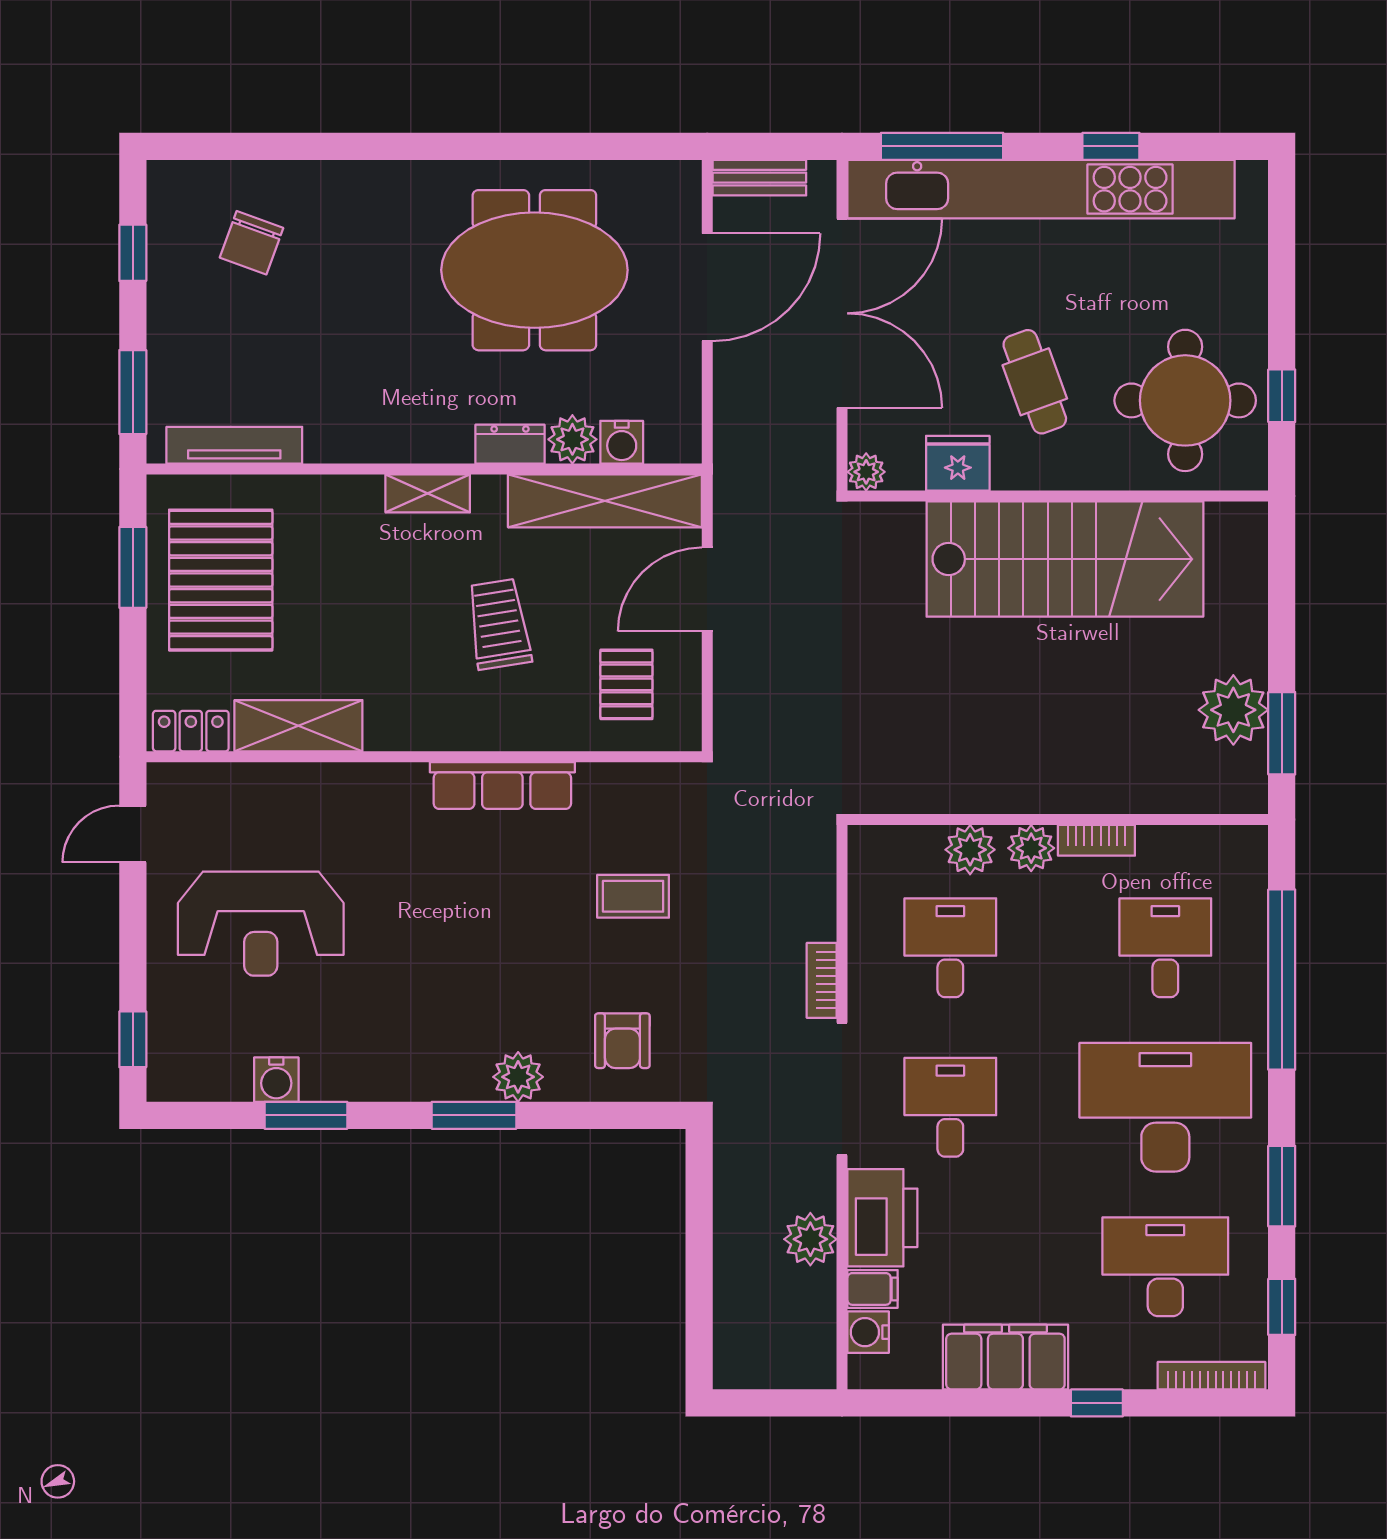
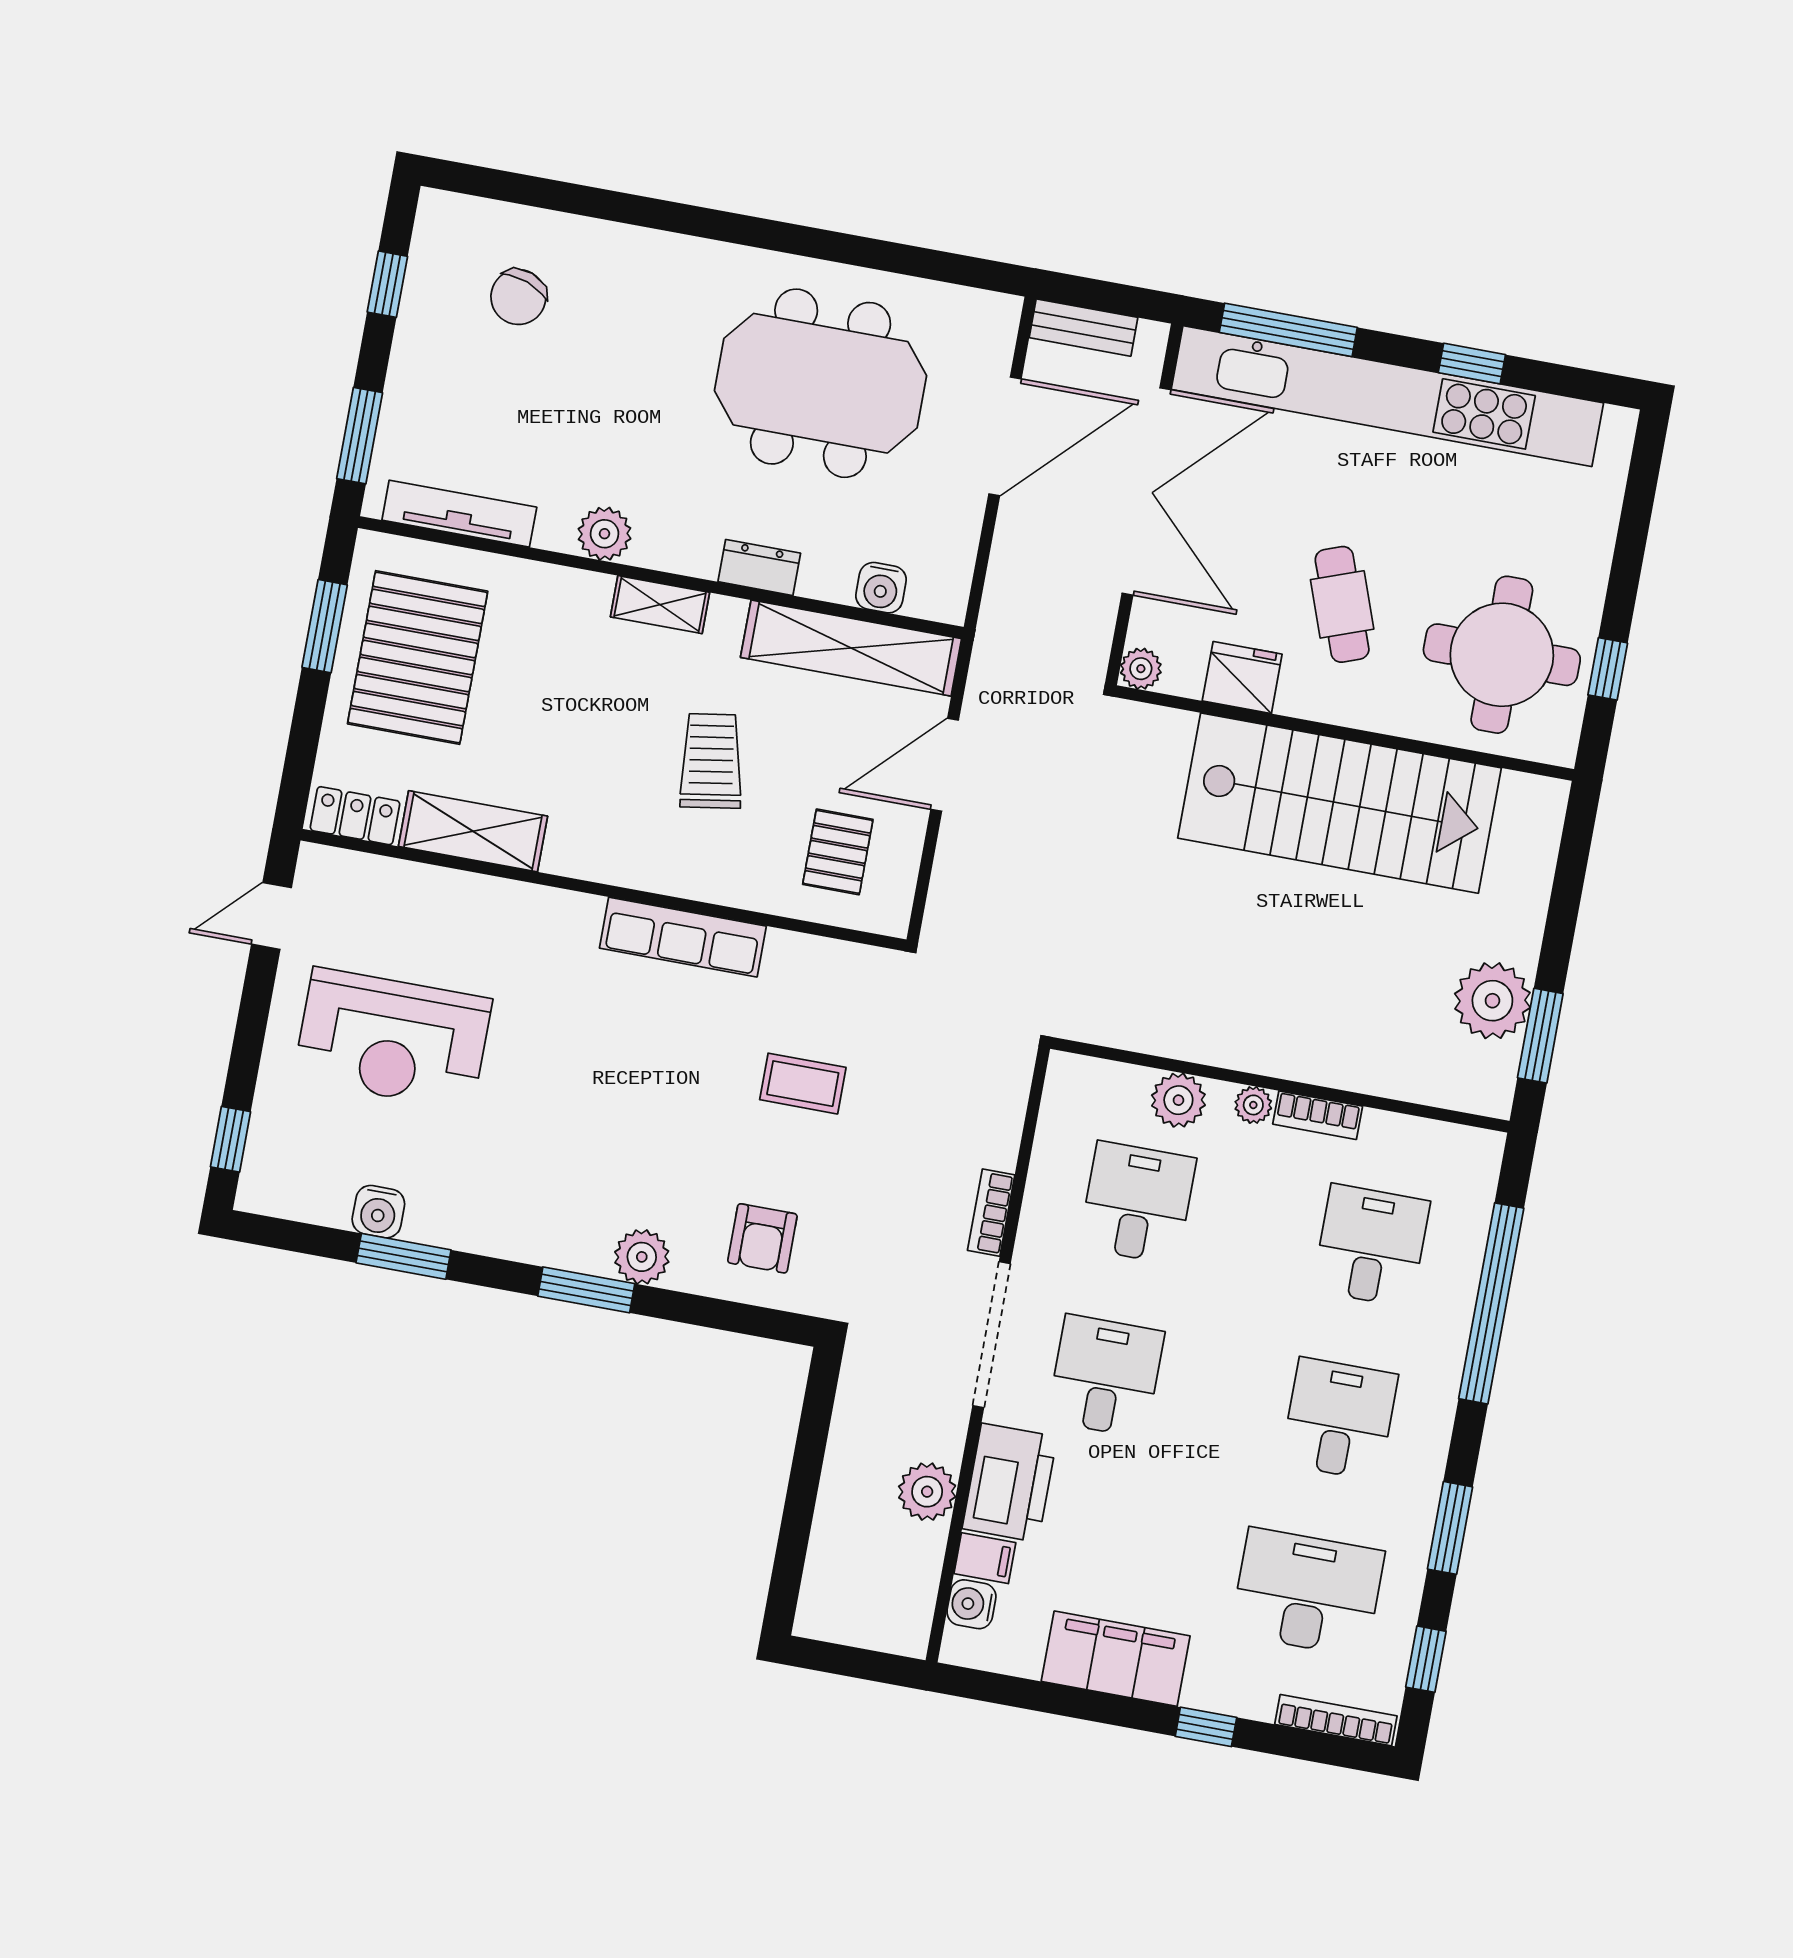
plant: (572, 439) -> (605, 534), moved
plant: (1031, 848) -> (1253, 1105), width x0.73, depth x0.73
desk: (1165, 1107) -> (1339, 1419), width x0.53, depth x0.77

